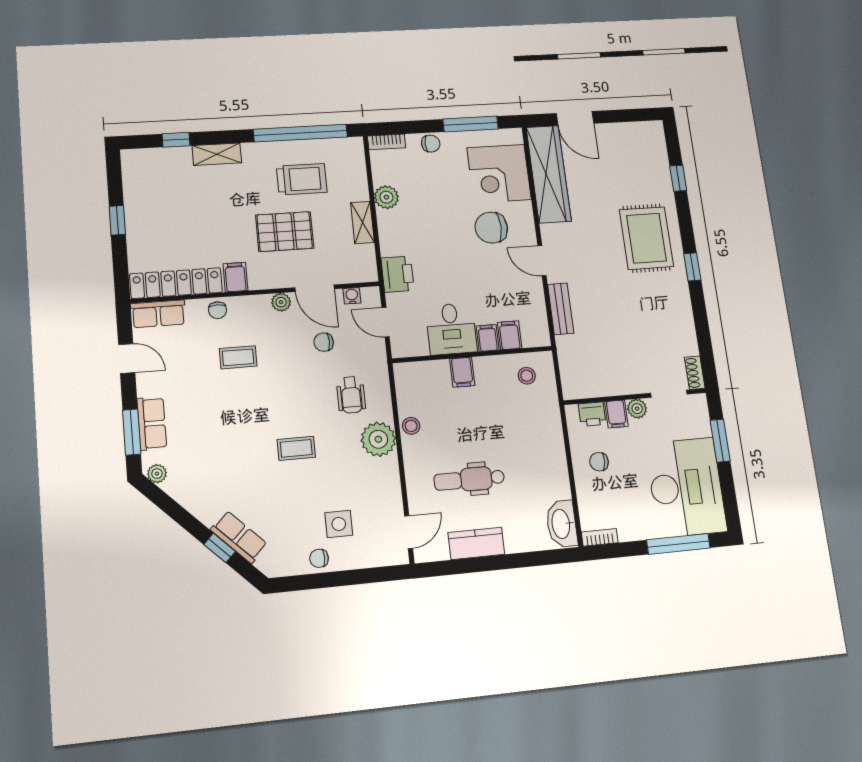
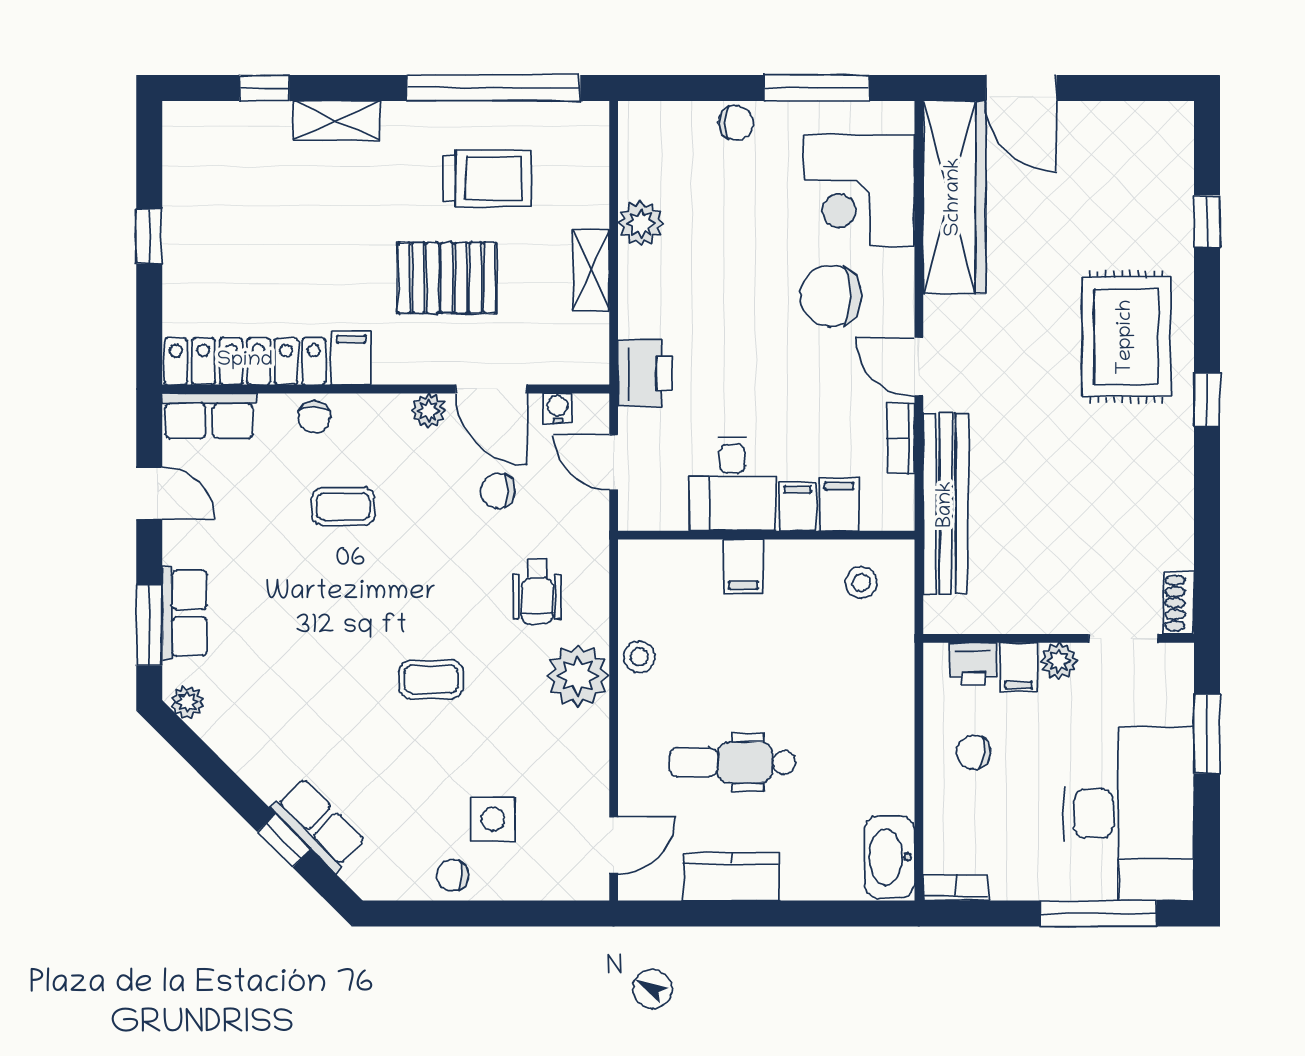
bookcase: (387, 142) -> (901, 438), moved, turned 90
bench: (561, 309) -> (946, 504), width x1.86, depth x1.21

